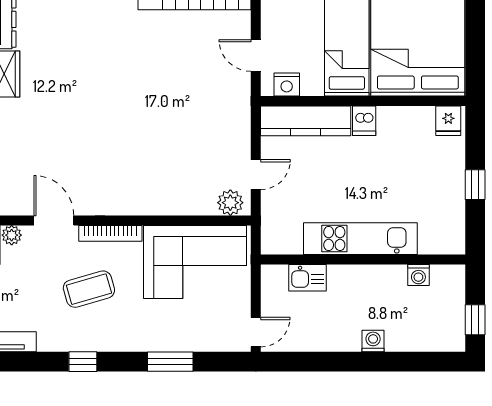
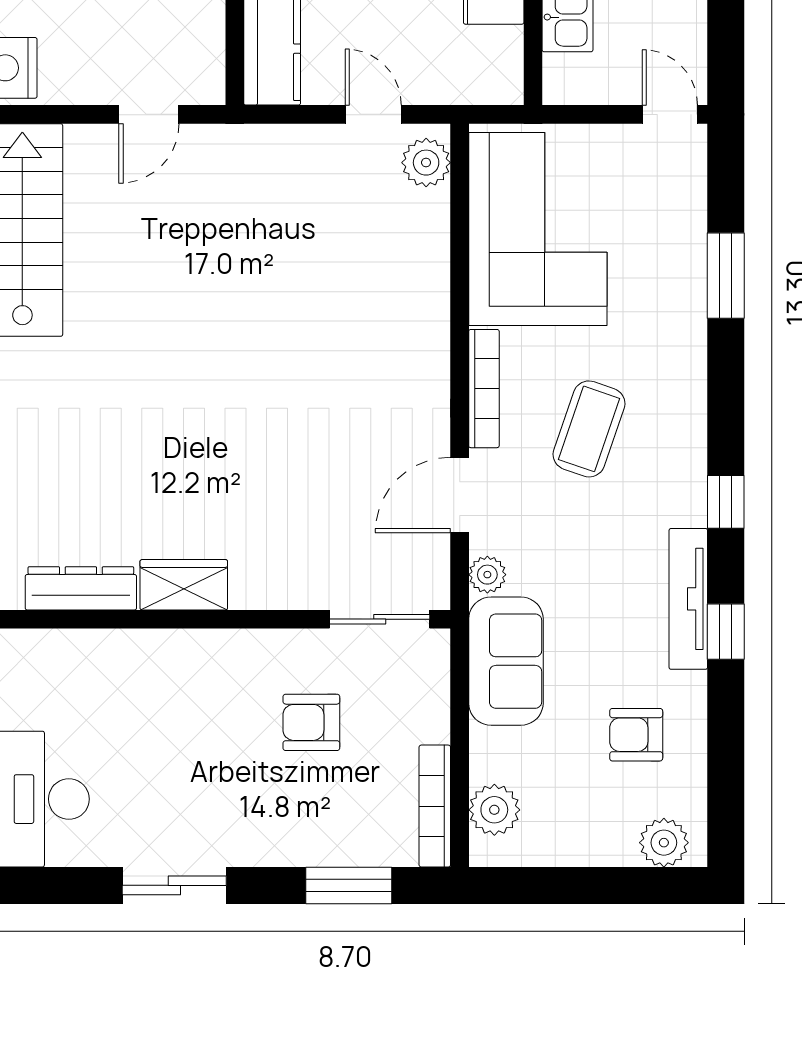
nightstand: (287, 85) -> (204, 56), removed
coffee table: (89, 289) -> (589, 429), turned 35
window: (83, 362) -> (726, 502), moved

